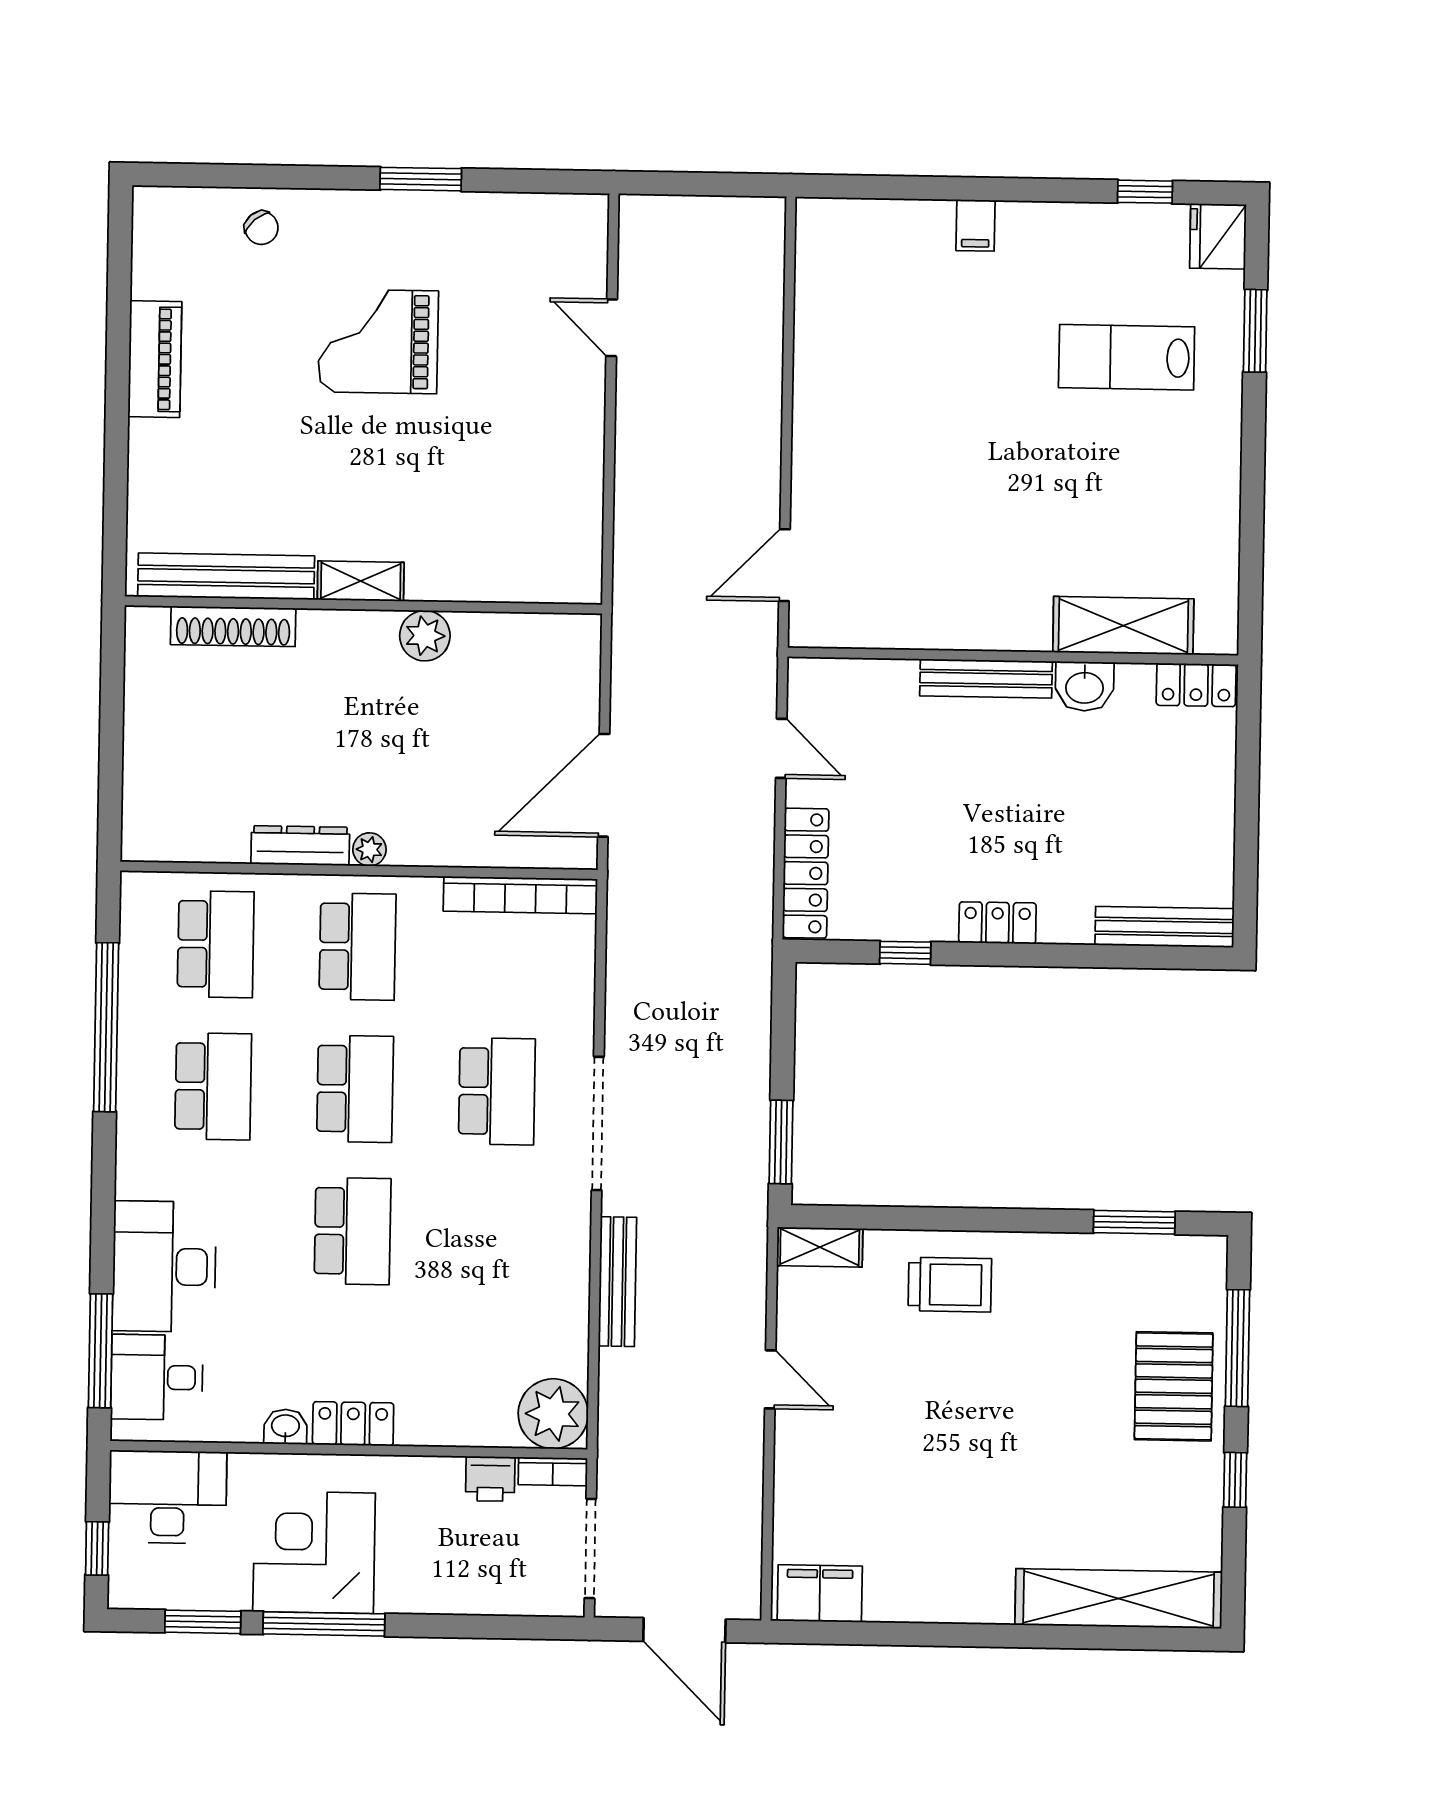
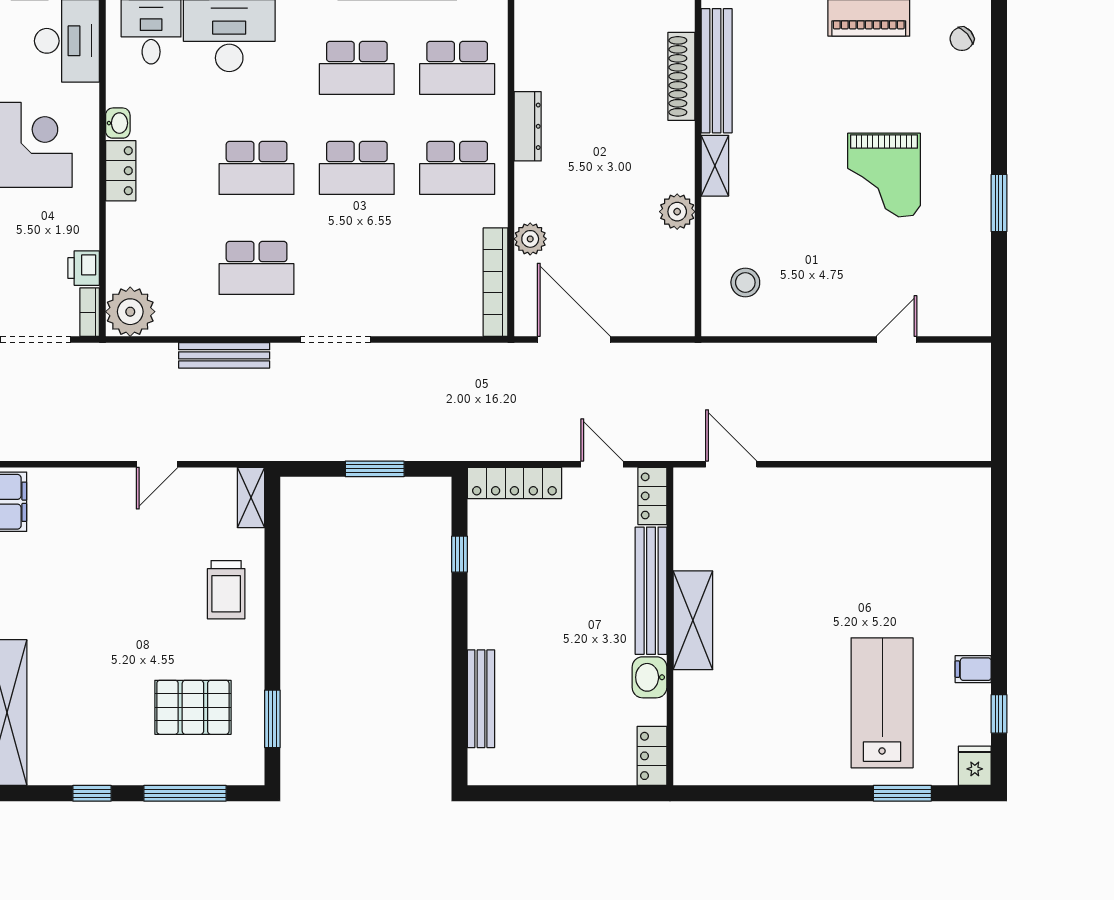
filing cabinet: (976, 225) -> (973, 669), moved
chair: (261, 228) -> (962, 39), moved
fridge: (1218, 236) -> (975, 766), width x0.72
grand piano: (378, 341) -> (884, 175), turned 180
lab bench: (1127, 357) -> (882, 703), width x1.36, depth x1.39
stool: (527, 541) -> (745, 282), added
shelving: (1123, 626) -> (693, 620), moved
bench: (986, 679) -> (651, 591), width x1.37, depth x1.21
door: (781, 748) -> (602, 464), swing flipped
plant: (369, 849) -> (530, 239), moved, width x1.38, depth x1.38
locker: (997, 923) -> (652, 496), moved, turned 180
bench: (1164, 927) -> (481, 699), moved
school desk: (497, 1091) -> (257, 268), moved
doorway: (598, 1123) -> (335, 339), width x0.73
window: (781, 1142) -> (375, 469), moved
pallet: (1174, 1386) -> (193, 707), moved

